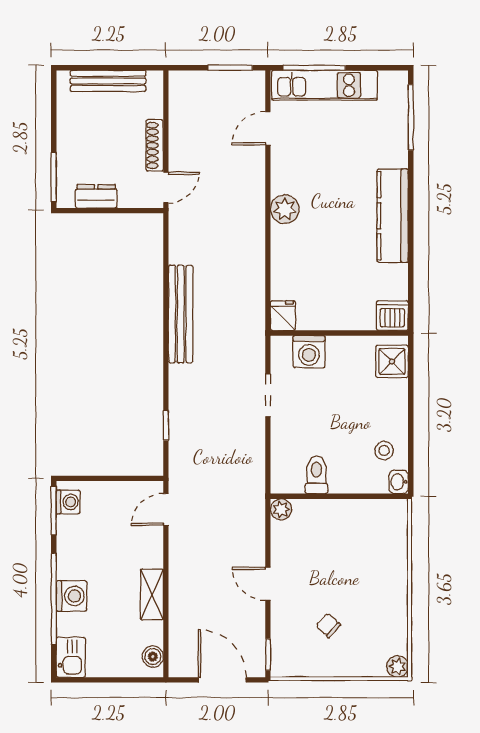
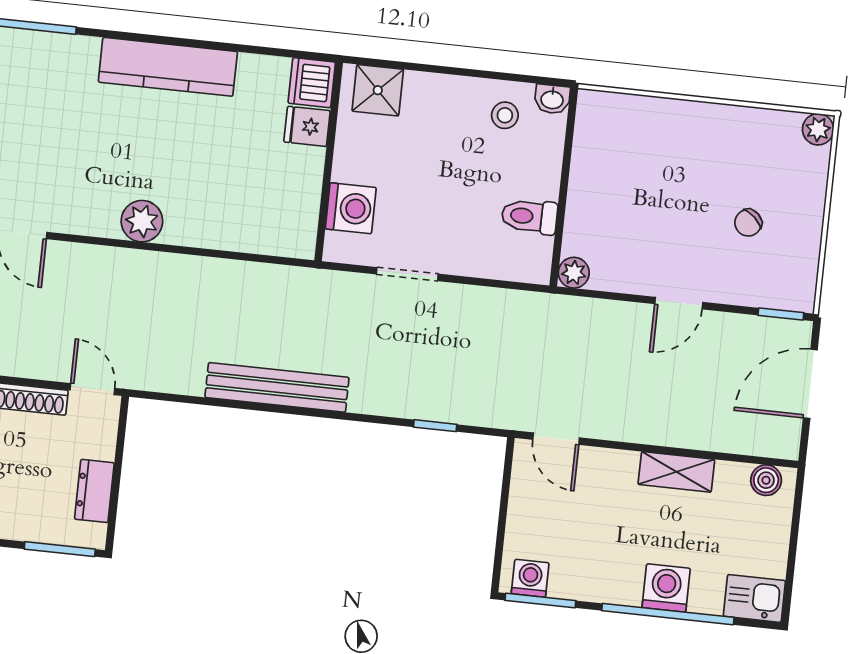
fridge: (283, 316) -> (307, 126), moved

